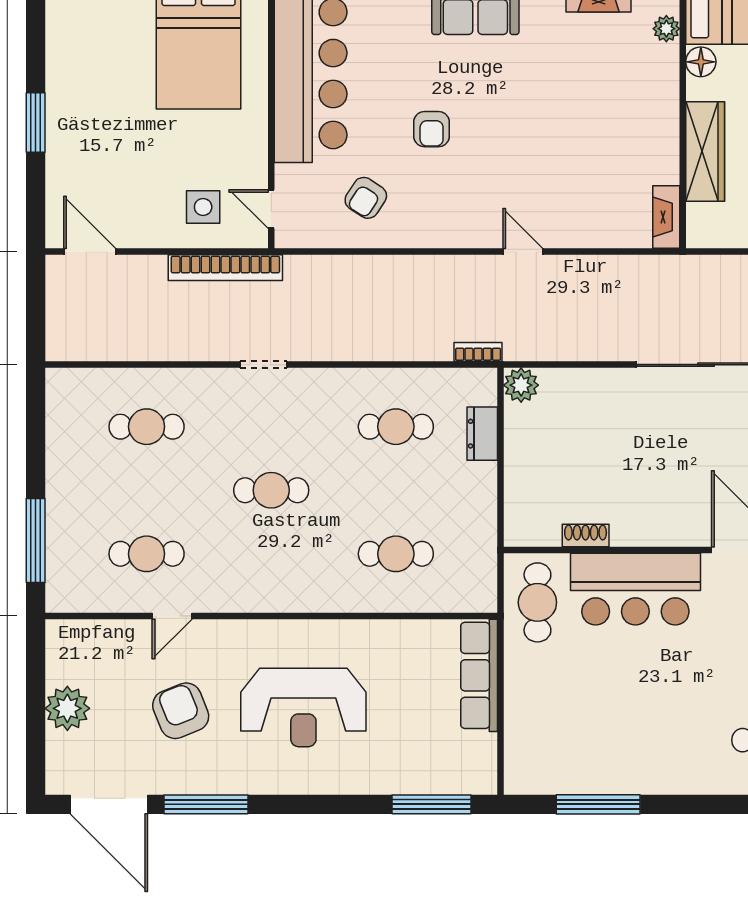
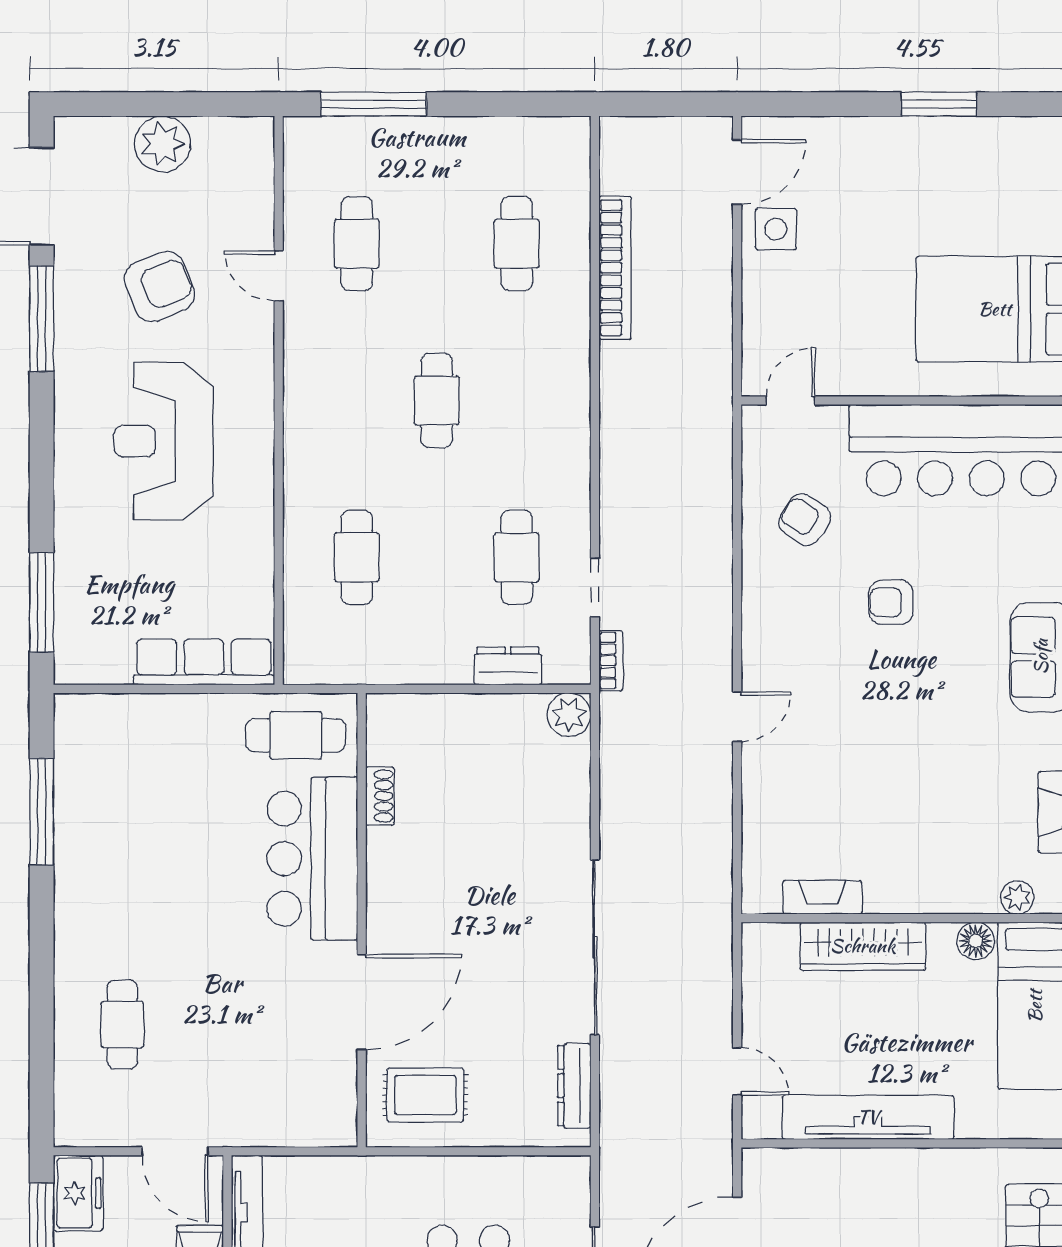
window: (36, 122) -> (939, 104), moved
side table: (203, 207) -> (776, 229), moved
fireplace: (666, 217) -> (822, 897), moved
bookcase: (225, 268) -> (615, 268), moved, turned 180
doorway: (263, 365) -> (595, 587), moved

